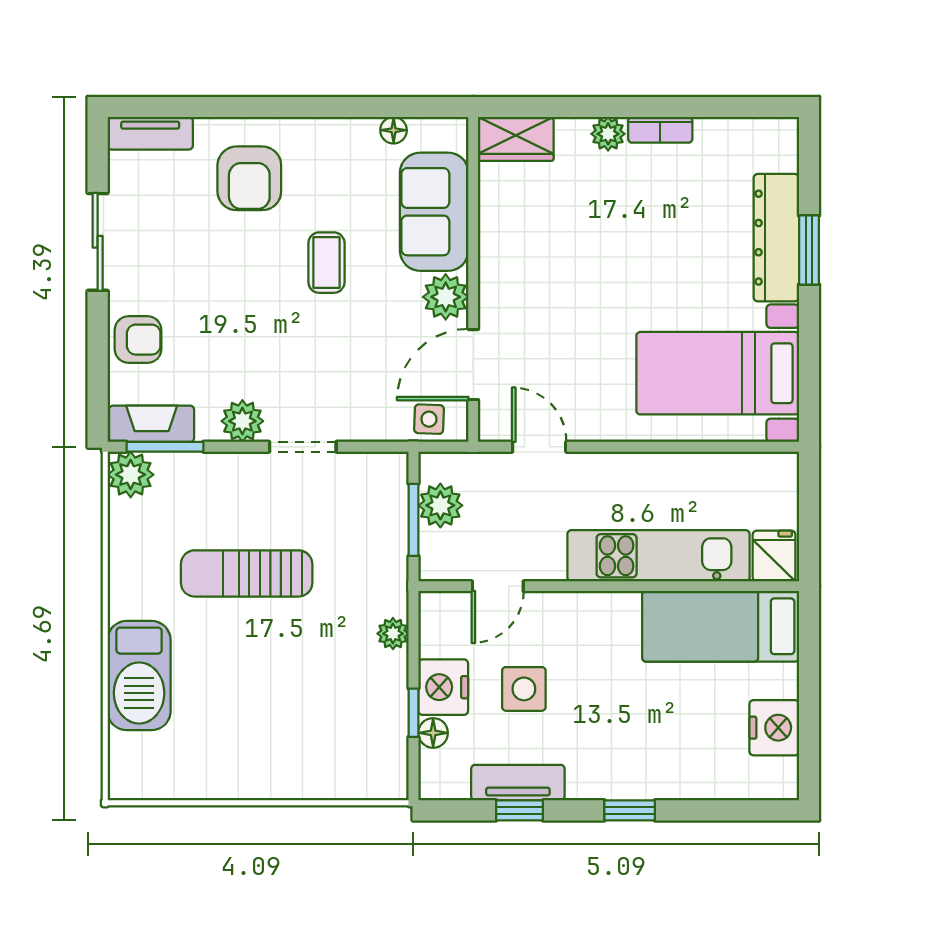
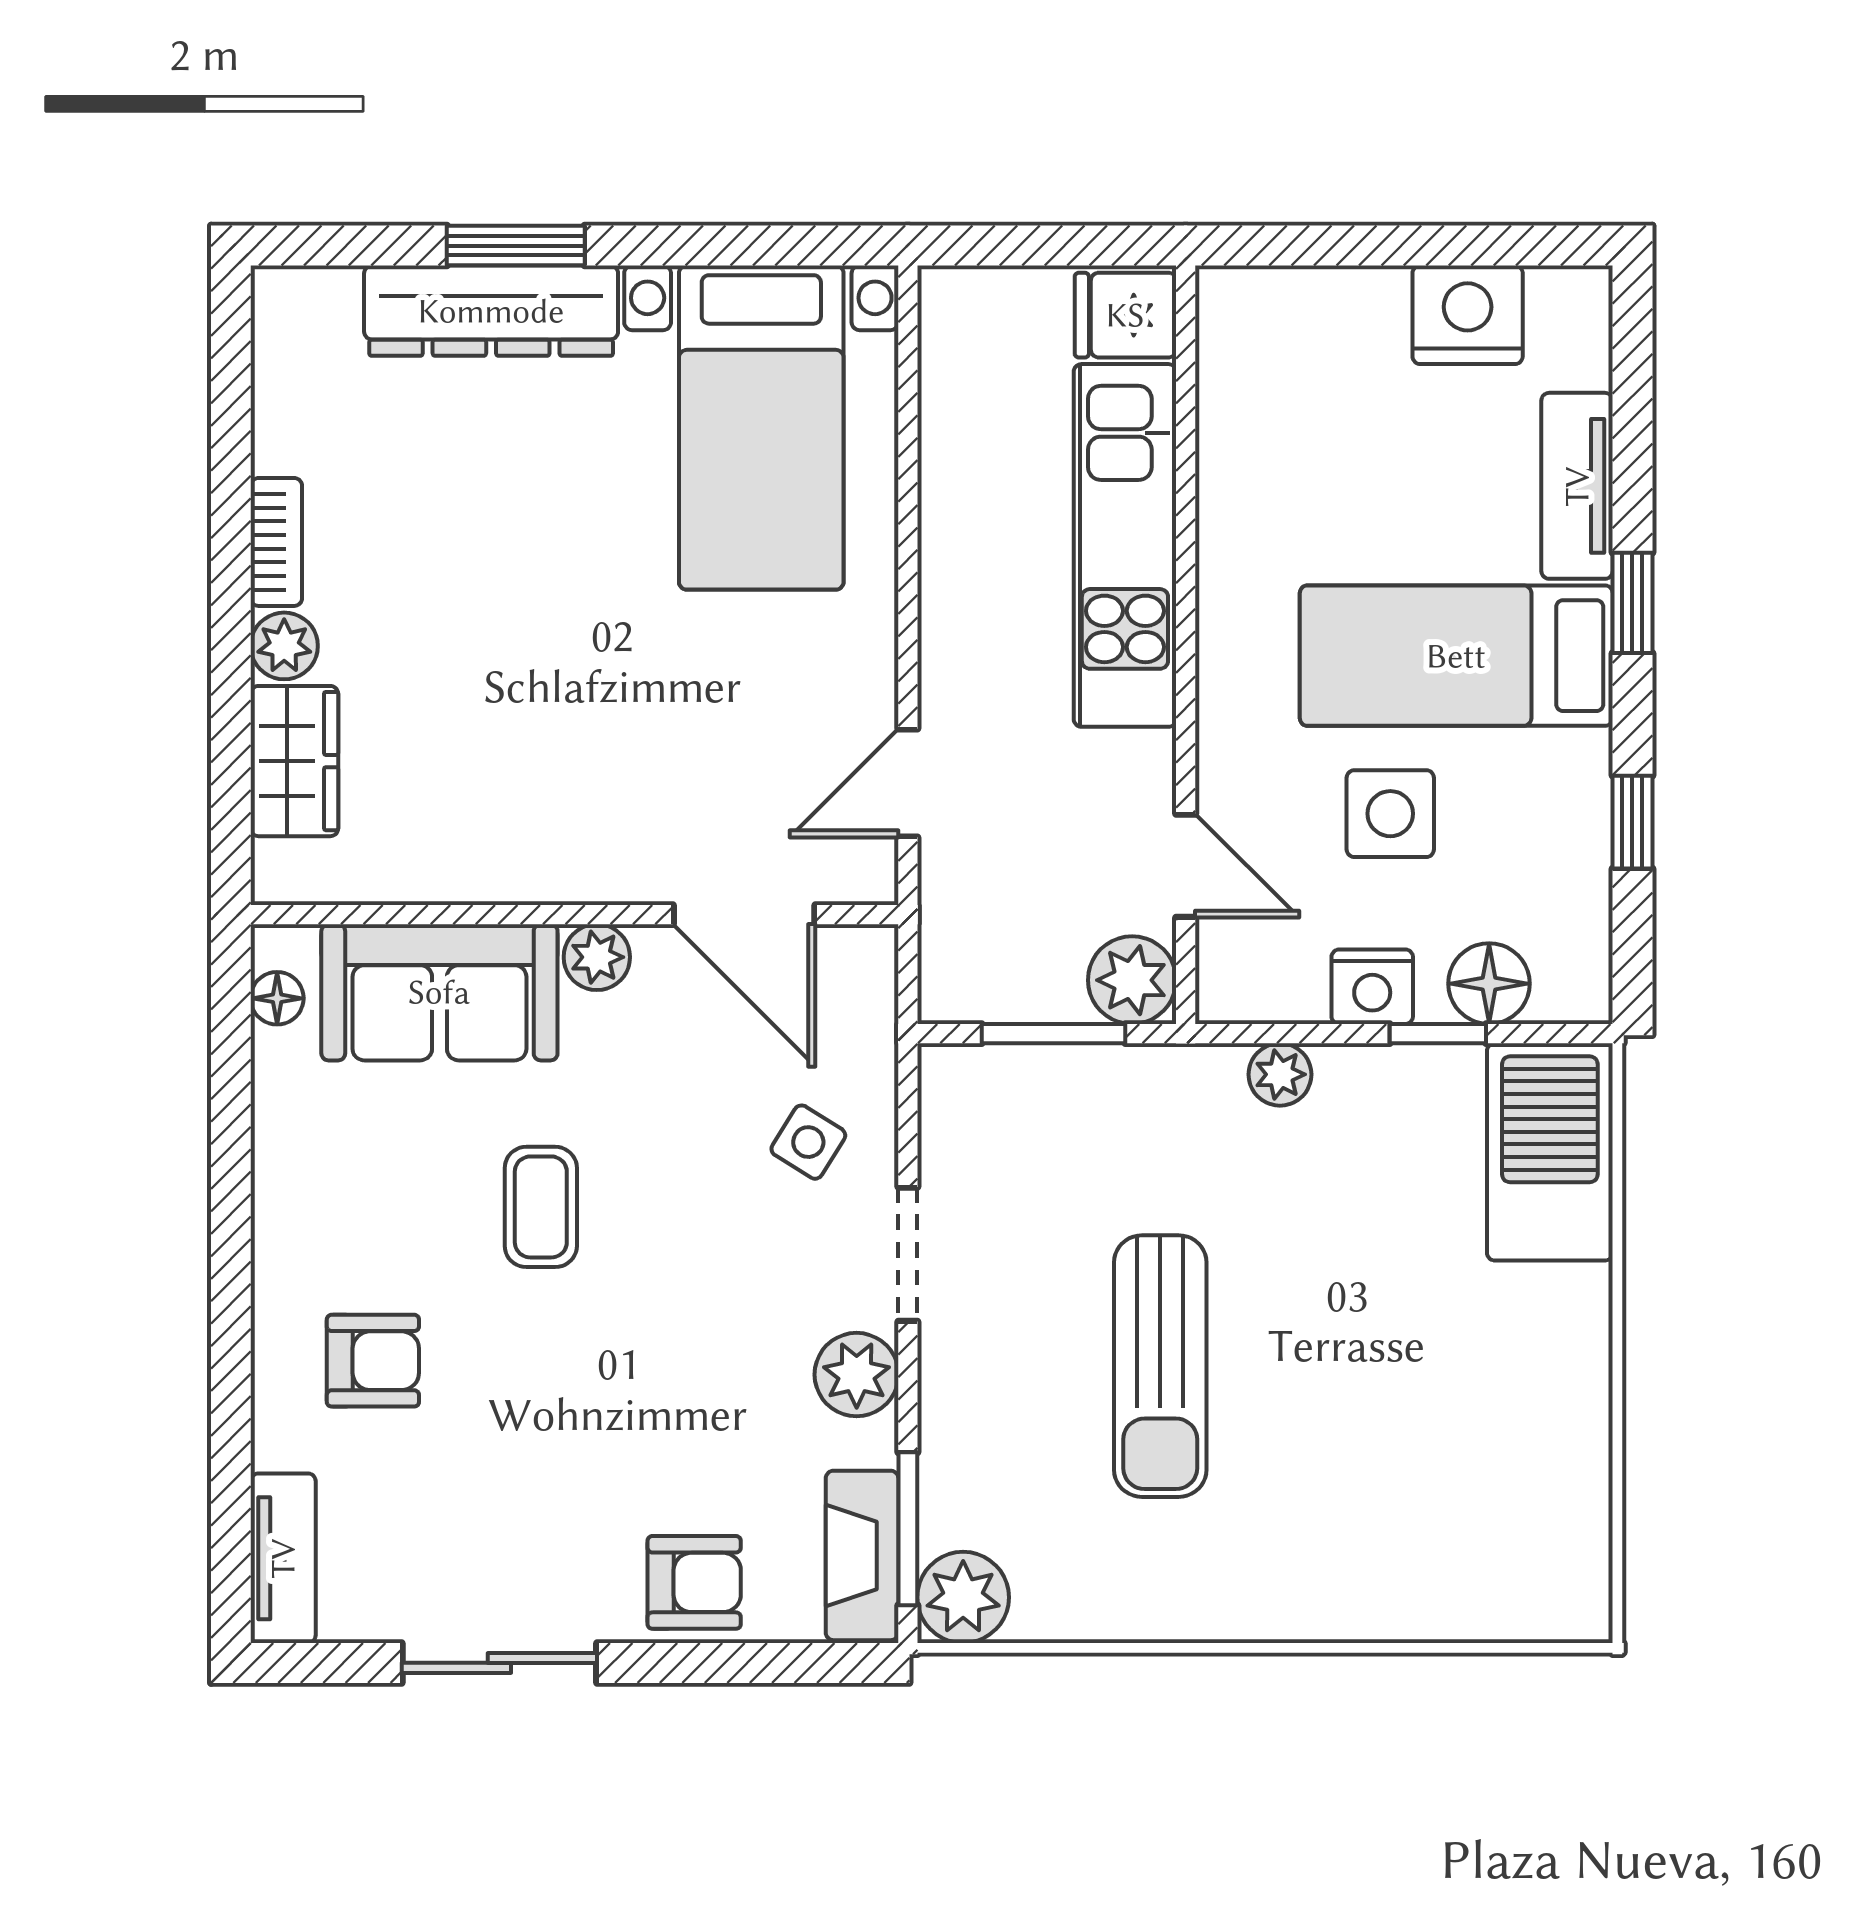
floor lamp: (394, 130) -> (277, 998), moved
wardrobe: (516, 139) -> (294, 761), moved
armchair: (249, 178) -> (373, 1361), width x0.72, depth x0.72
coffee table: (326, 263) -> (541, 1207), turned 90
plant: (446, 297) -> (597, 957), width x0.73, depth x0.73
armchair: (138, 340) -> (694, 1582), turned 90
side table: (429, 419) -> (808, 1142), moved, turned 30
plant: (440, 505) -> (1132, 980), moved
bed: (721, 626) -> (1456, 656), moved, turned 90
barbecue: (139, 676) -> (1550, 1152), moved, turned -90
nightstand: (443, 687) -> (1372, 987), width x0.74, depth x0.75
floor lamp: (433, 733) -> (1489, 984), width x1.37, depth x1.37
tv unit: (518, 783) -> (1577, 486), moved

